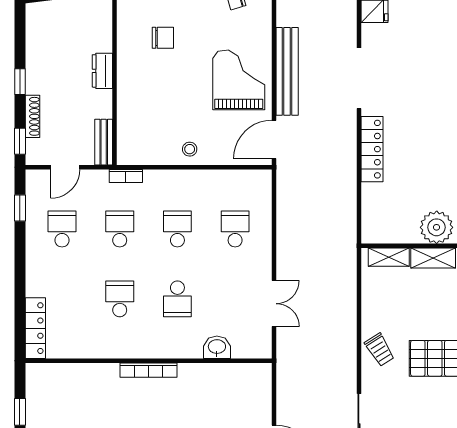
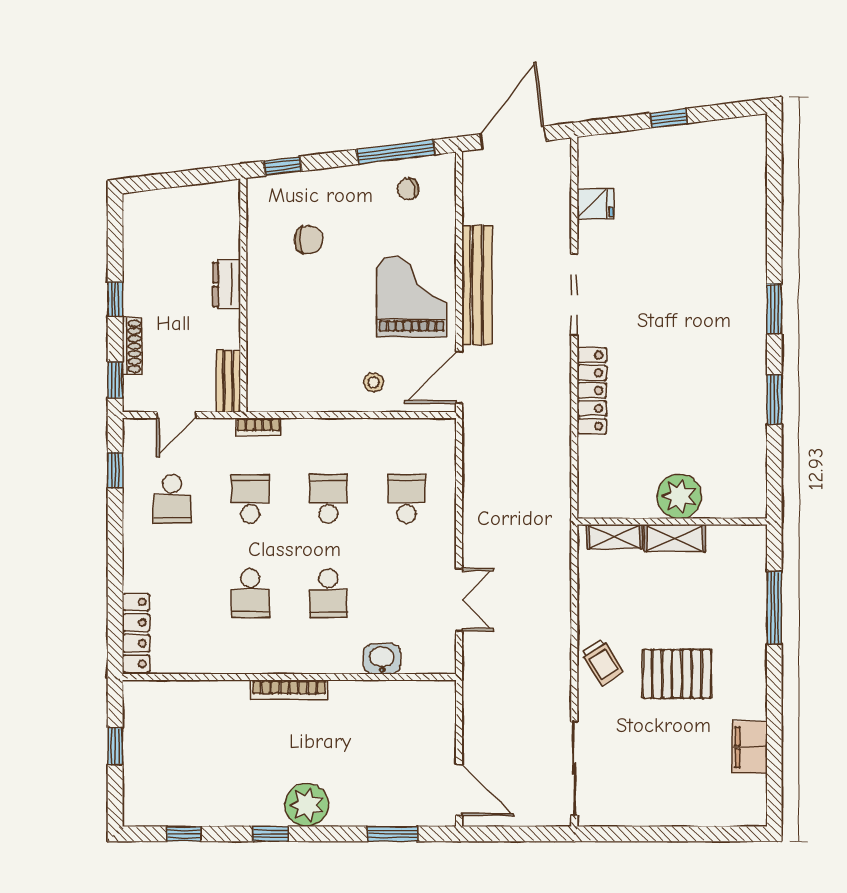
stool: (190, 149) -> (374, 382), moved
school desk: (62, 229) -> (172, 499), turned 180
school desk: (120, 299) -> (250, 593), turned 180

